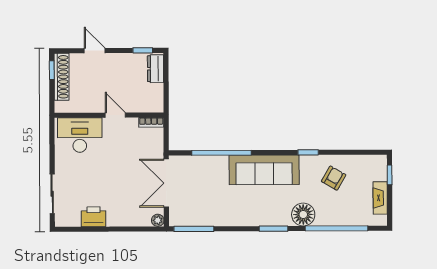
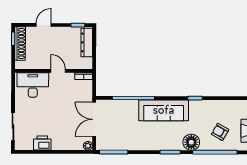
door: (95, 51) -> (44, 25), hinge flipped
dresser: (155, 69) -> (87, 42), width x1.44
armchair: (334, 178) -> (220, 132), moved, turned -90

